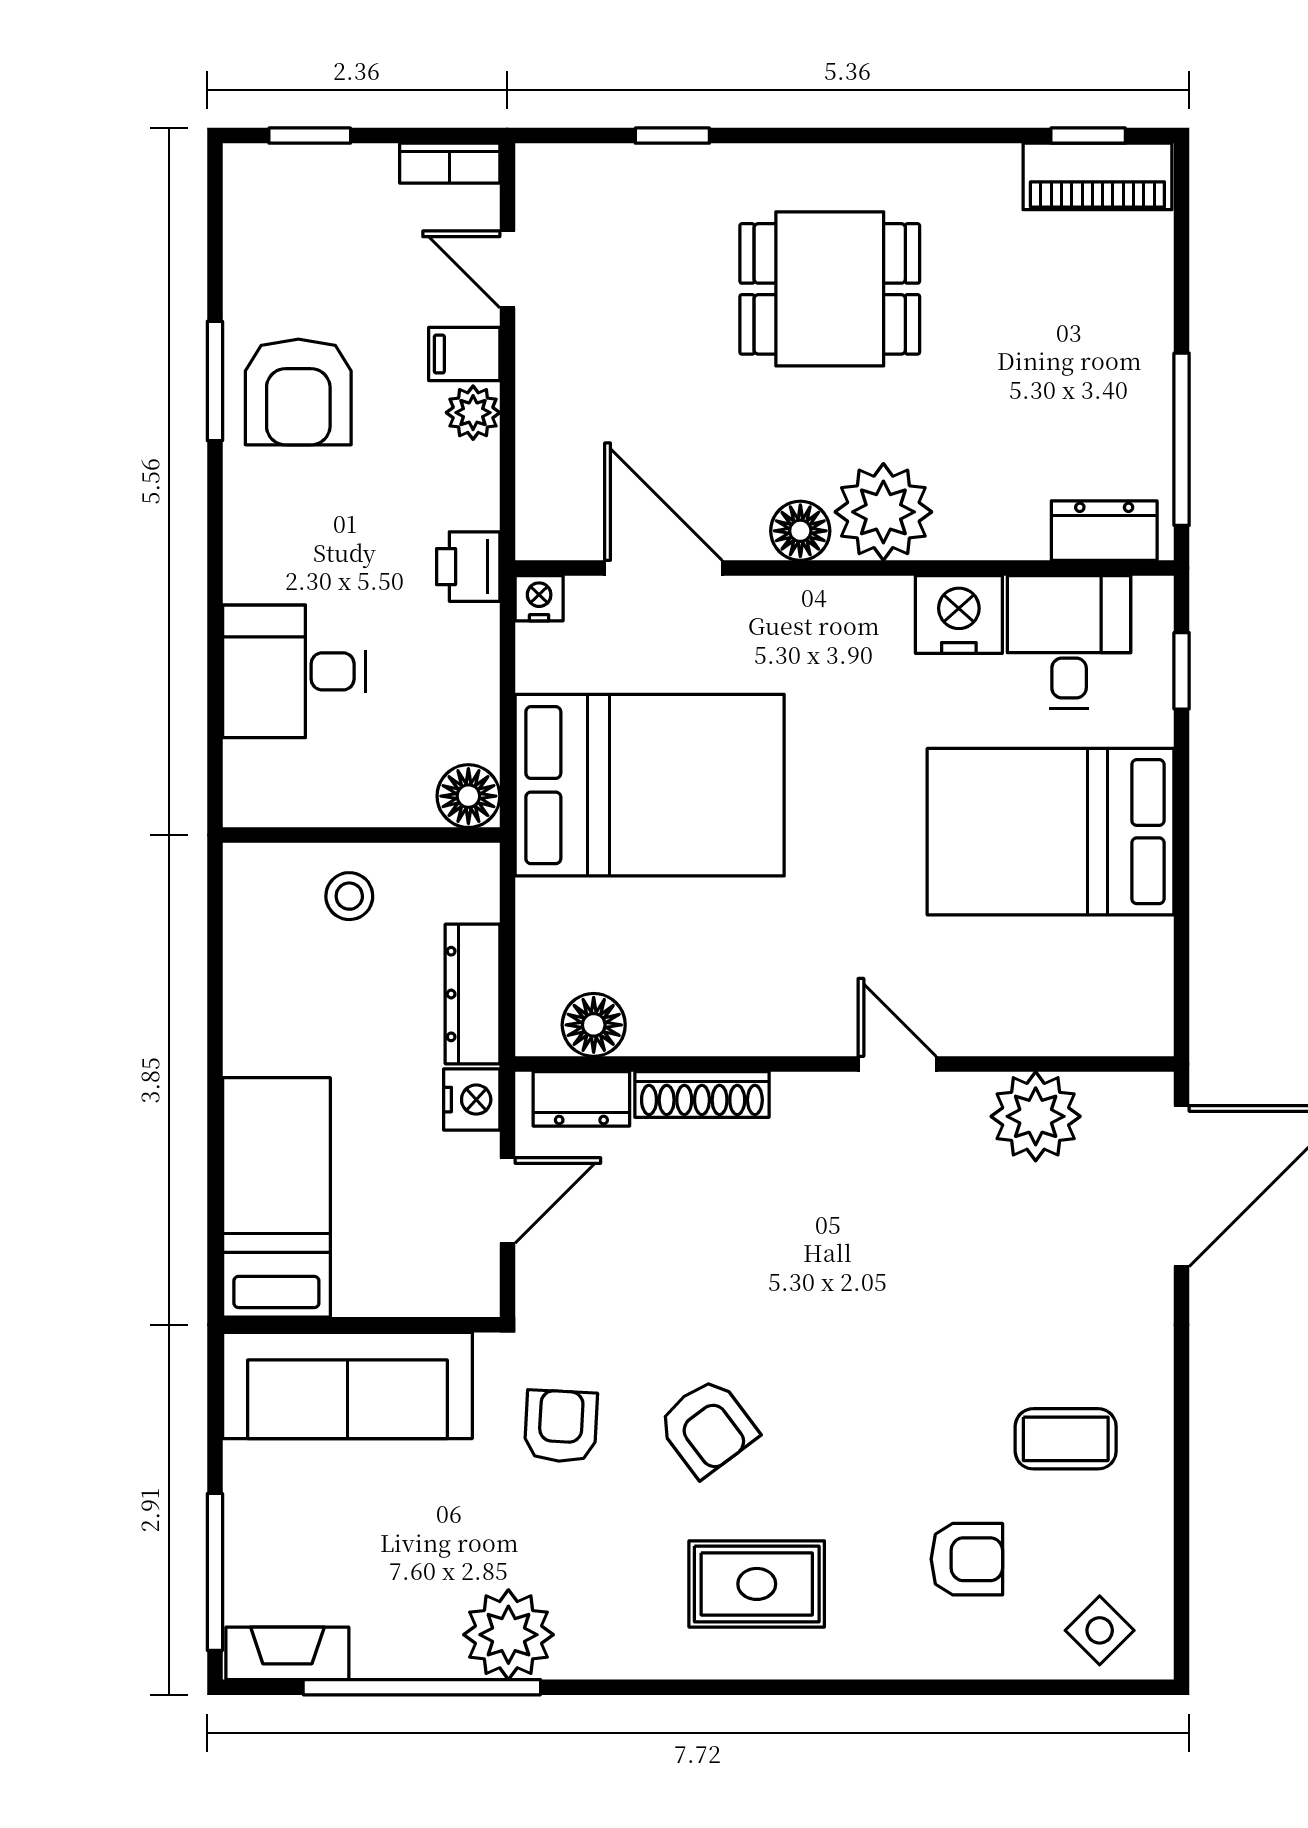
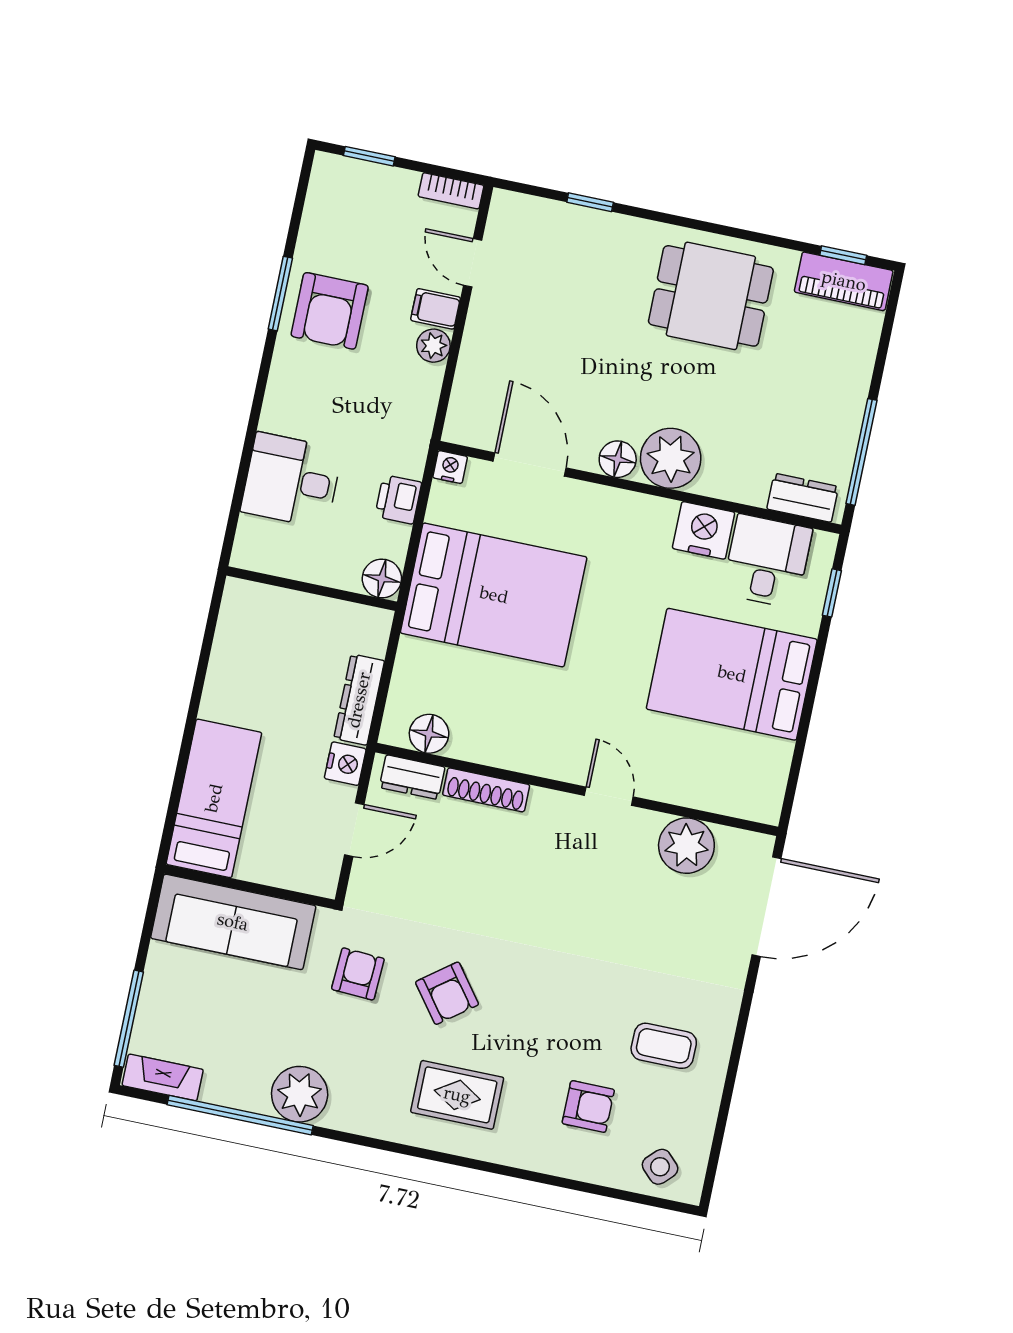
dining table: (830, 289) -> (711, 296), moved
printer: (468, 567) -> (398, 499), moved
stool: (349, 896) -> (297, 624), removed

